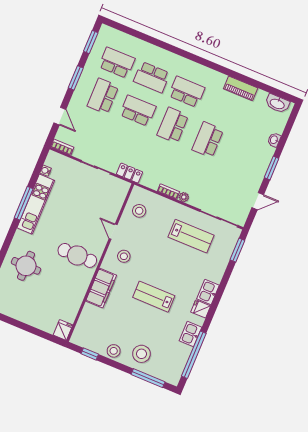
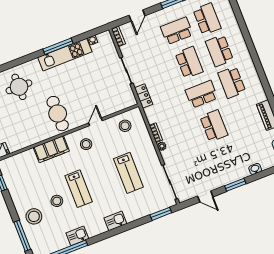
school desk: (187, 92) -> (232, 82), turned 180
school desk: (208, 140) -> (214, 126), turned 90
lab bench: (191, 236) -> (128, 173), moved
lab bench: (154, 297) -> (79, 189), turned 180
fridge: (201, 309) -> (100, 227), removed
stool: (114, 351) -> (57, 201), moved

